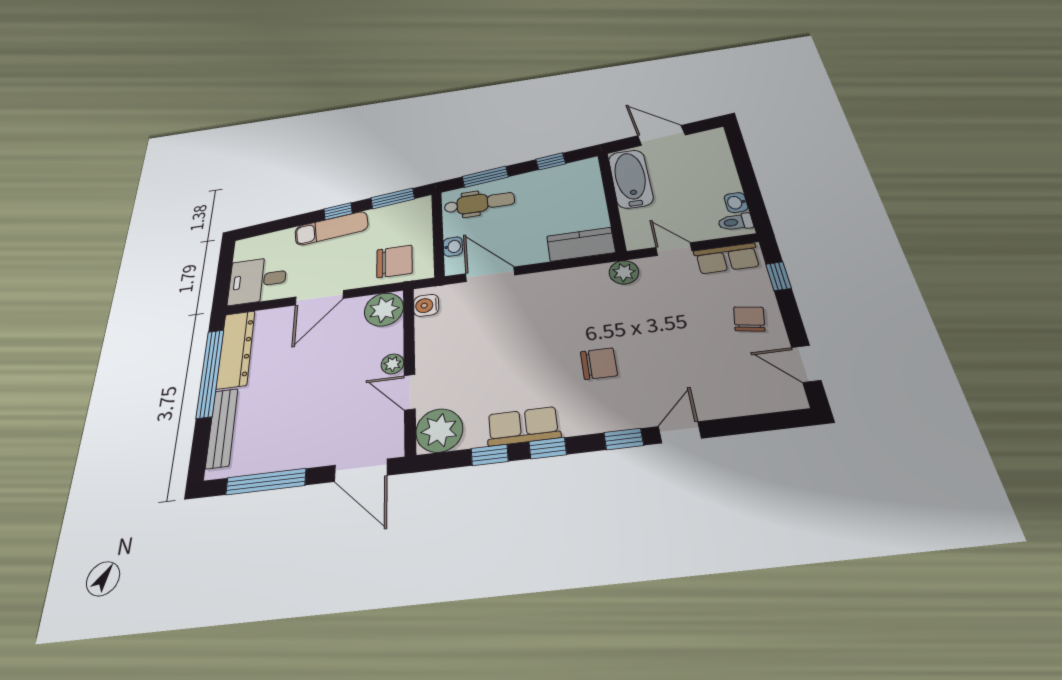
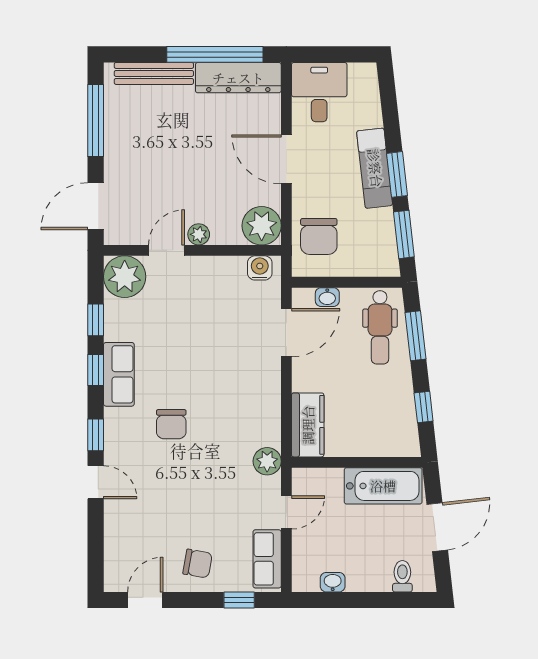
window: (338, 211) -> (397, 174), width x1.50
toilet: (736, 222) -> (402, 576), moved
row of seats: (523, 426) -> (119, 374), moved

